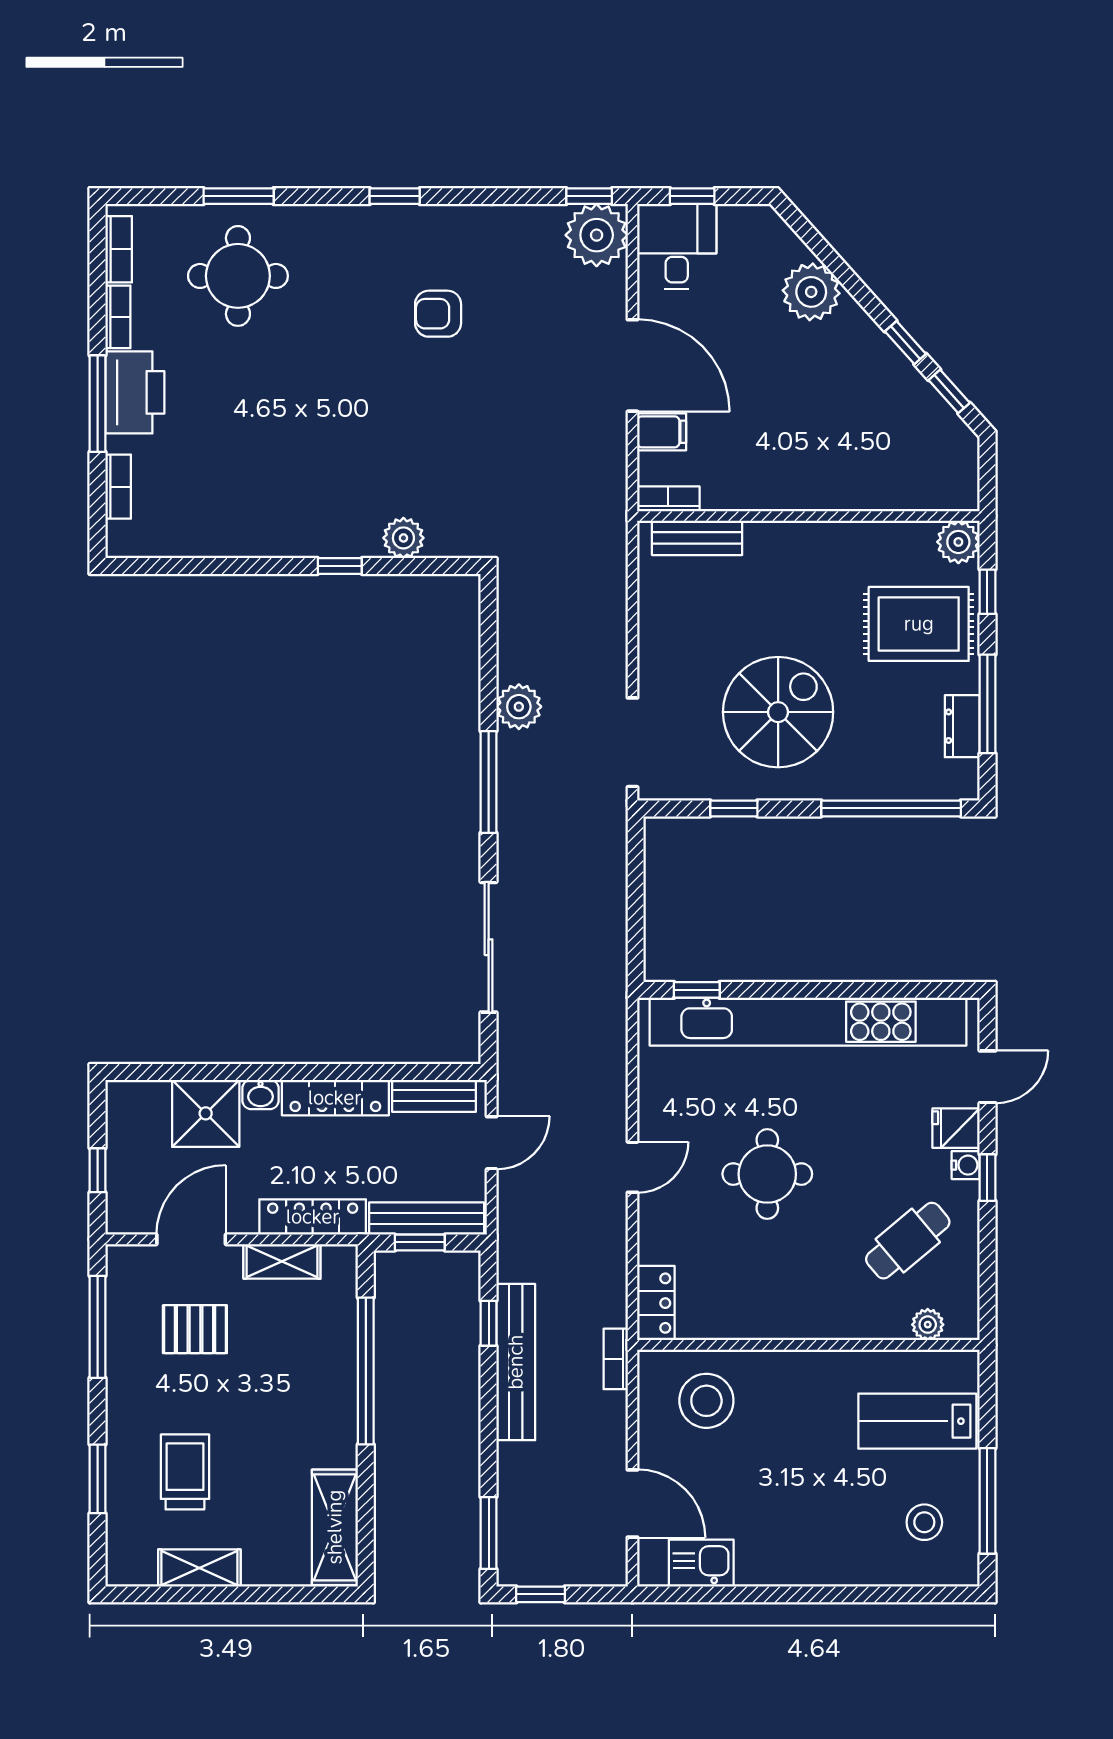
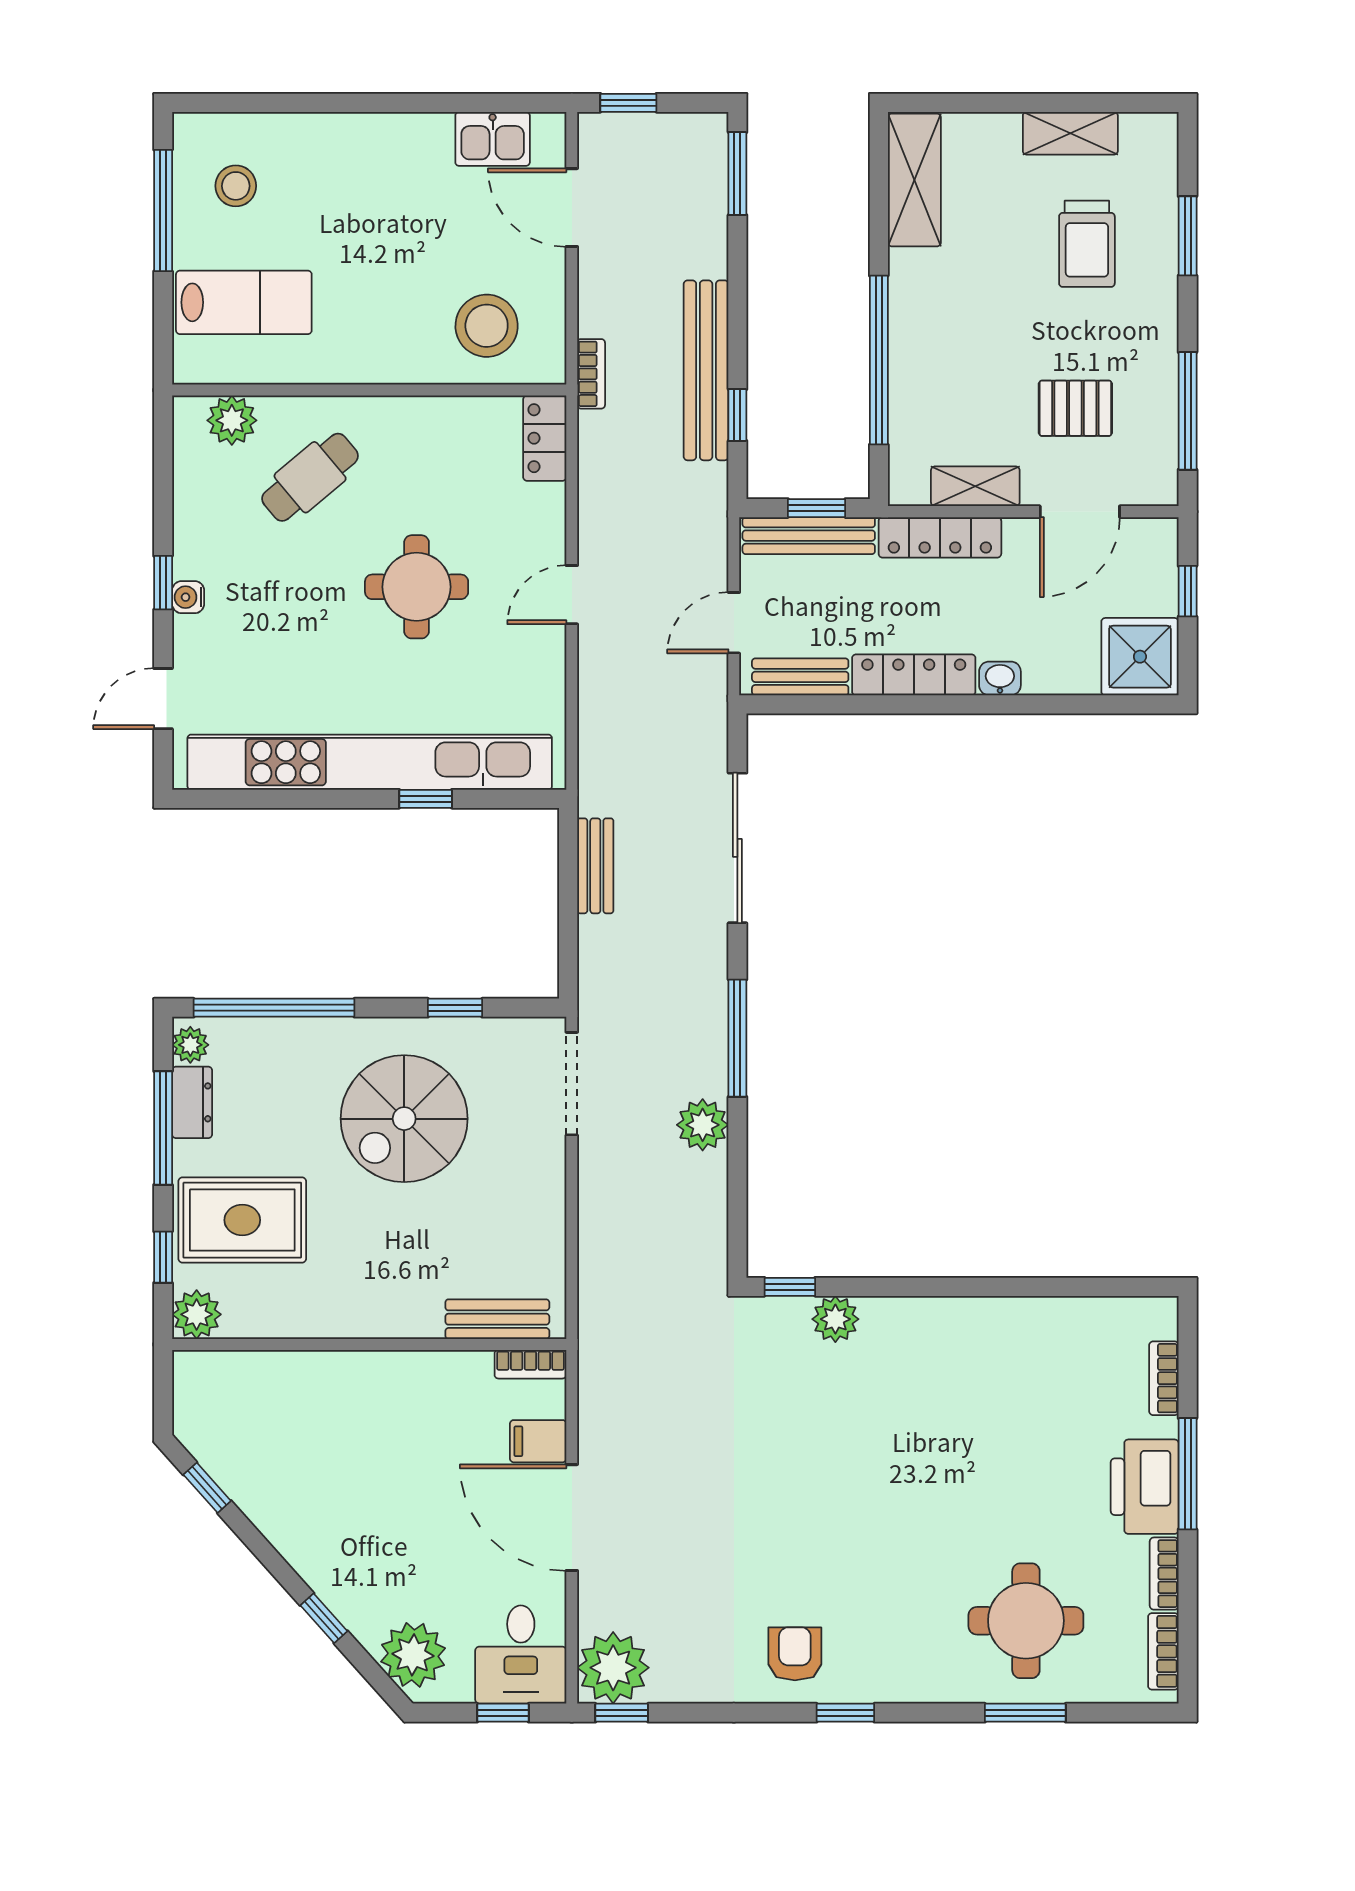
plant: (811, 292) -> (413, 1655), moved
armchair: (438, 314) -> (795, 1654), moved, turned -90
window: (905, 343) -> (324, 1618), moved
window: (340, 566) -> (790, 1287), moved
plant: (964, 776) -> (190, 1045), added
bench: (612, 932) -> (595, 866), added
window: (697, 990) -> (426, 799), moved
shower: (206, 1113) -> (1140, 657), moved
fridge: (956, 1128) -> (199, 640), removed
cafe table: (908, 1241) -> (310, 477), moved
plant: (928, 1325) -> (232, 420), width x1.38, depth x1.38
window: (540, 1594) -> (628, 103), moved

